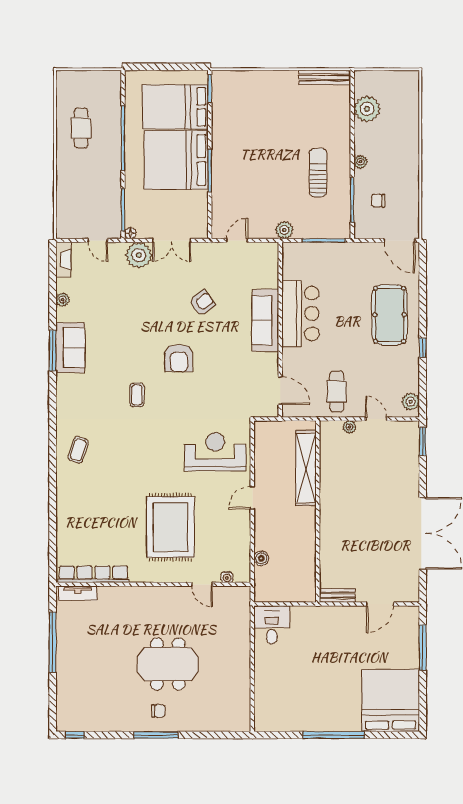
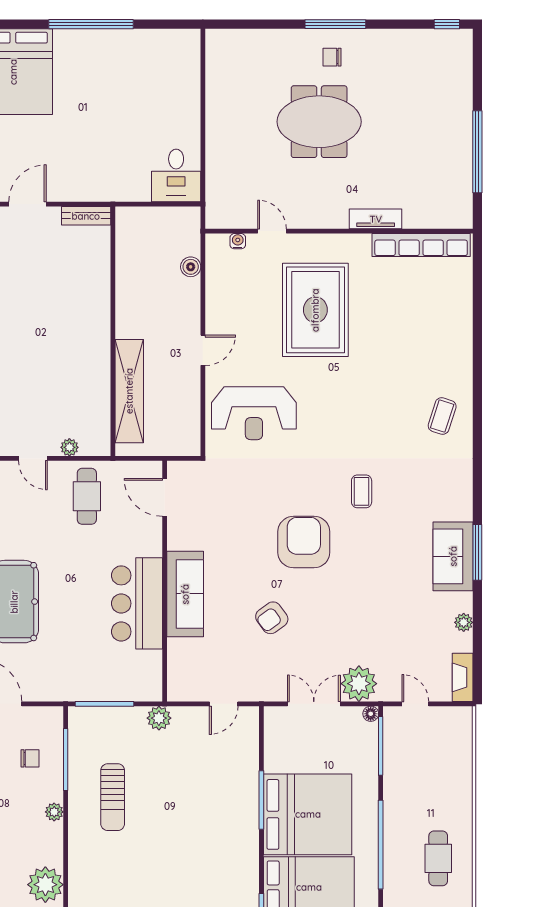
armchair: (179, 358) -> (304, 542), width x1.36, depth x1.36
tv unit: (78, 593) -> (376, 219), moved

